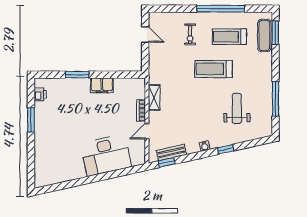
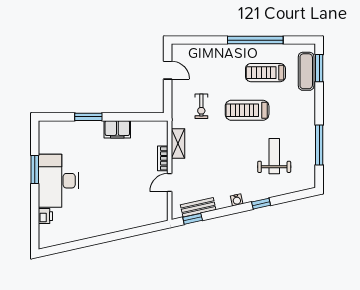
exercise bike: (190, 34) -> (201, 106), moved
printer: (40, 94) -> (45, 216), moved
desk: (106, 155) -> (58, 181), moved, turned 103

